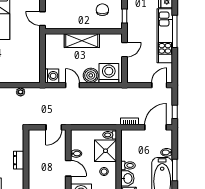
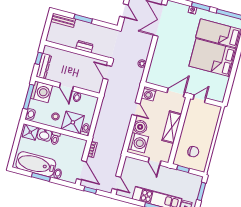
door: (42, 46) -> (176, 93), added
door: (73, 85) -> (136, 109), hinge flipped
door: (54, 127) -> (107, 72), moved
door: (68, 168) -> (66, 87), hinge flipped

